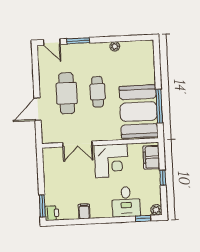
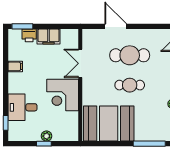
window: (159, 106) -> (149, 144), moved
filing cabinet: (151, 157) -> (49, 36), moved, turned 180
plant: (156, 210) -> (47, 136), moved
printer: (52, 213) -> (29, 35), moved

